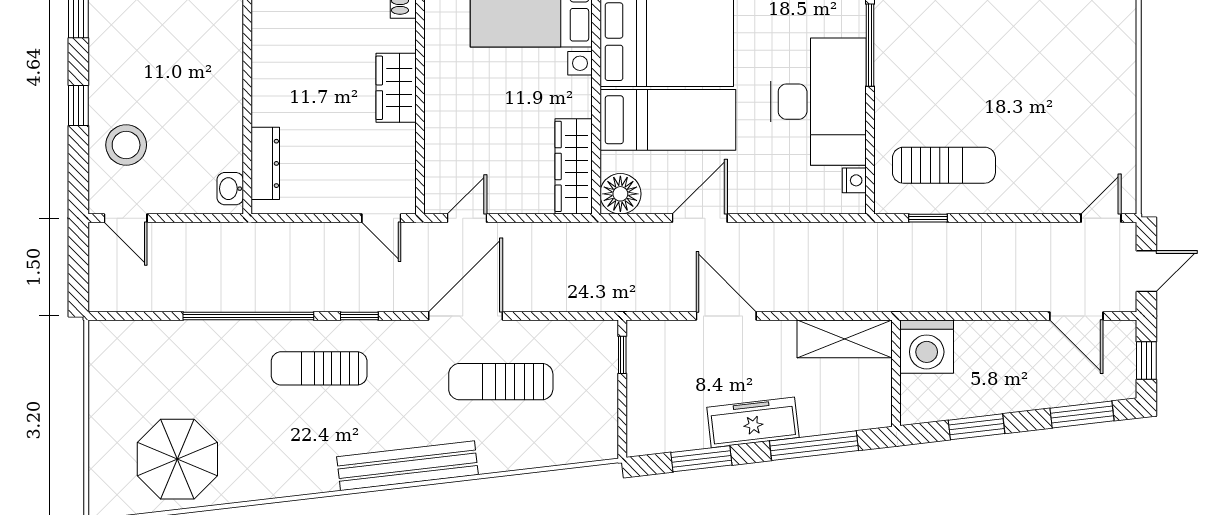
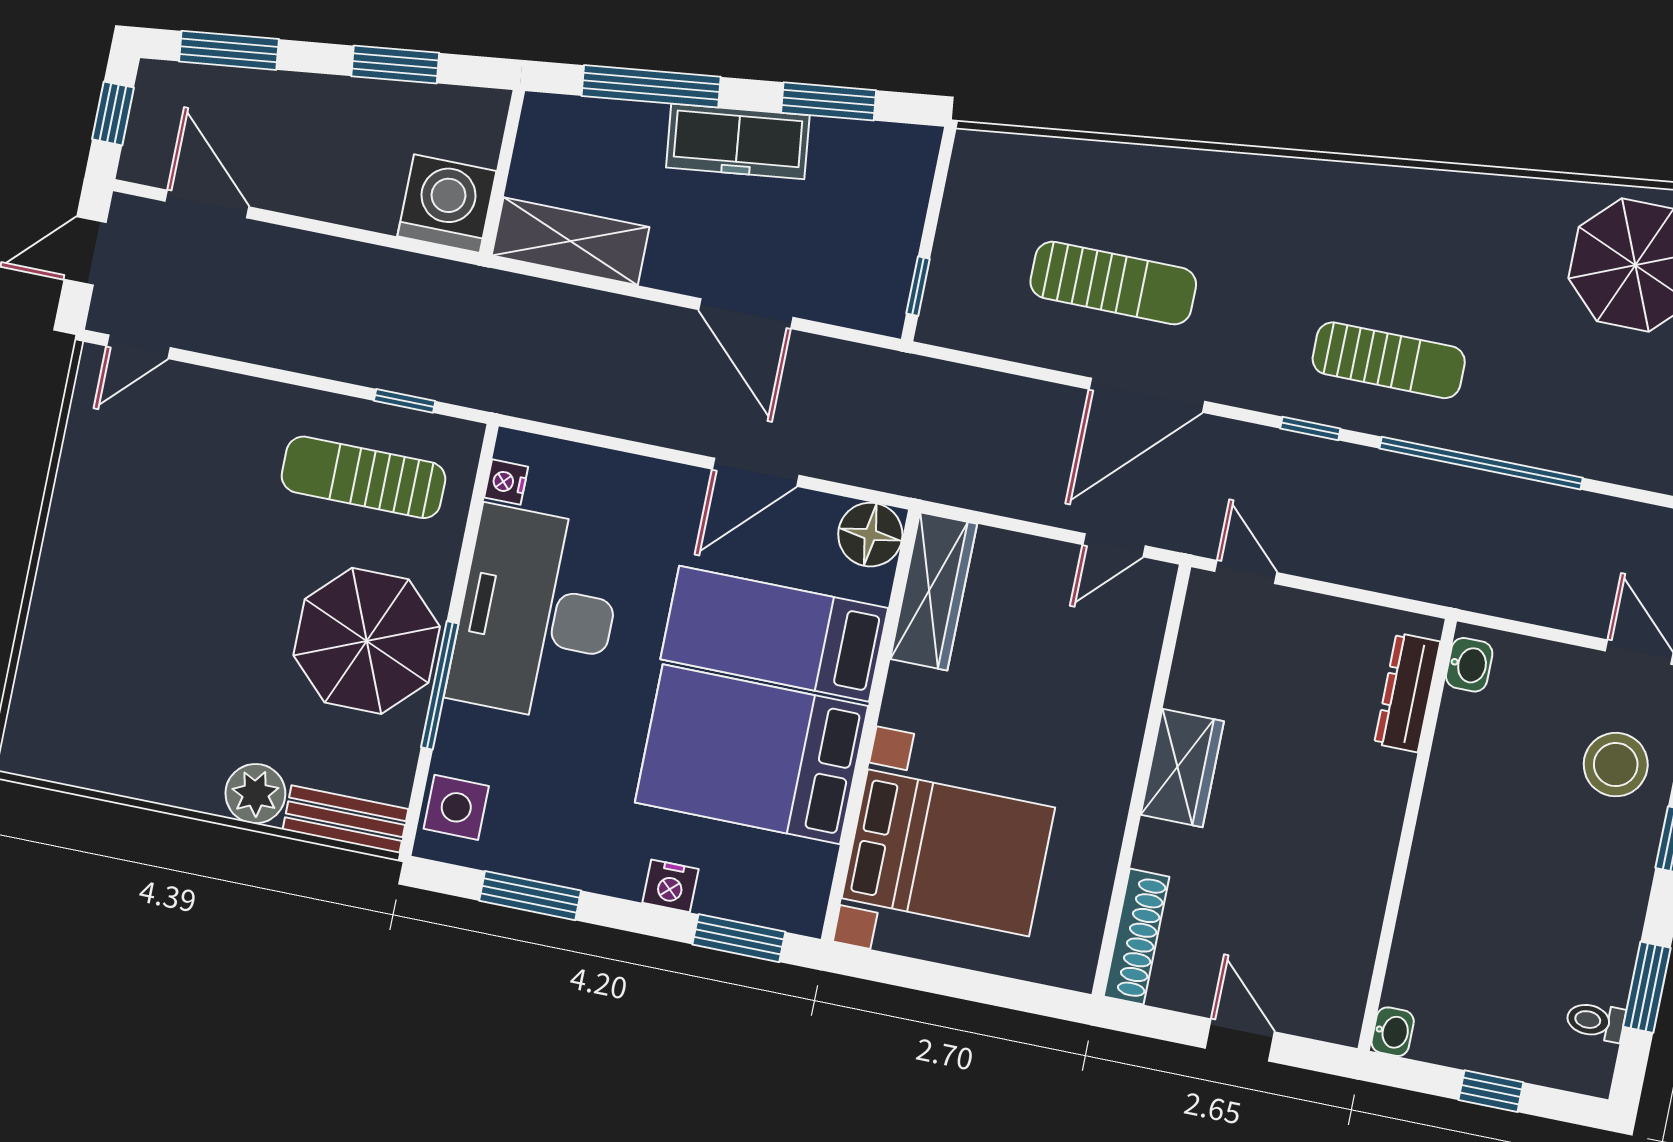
parasol: (921, 64) -> (367, 641), added
bench: (408, 466) -> (1283, 183), removed

